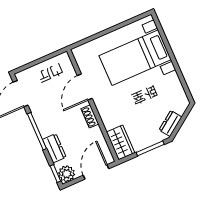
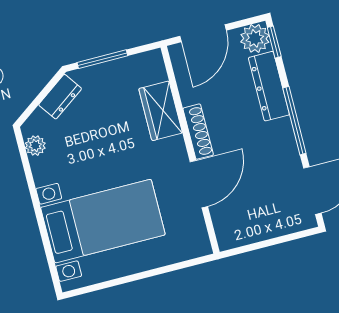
plant: (180, 94) -> (35, 146), added
shoe rack: (90, 116) -> (198, 132), width x1.43
wardrobe: (121, 142) -> (161, 111), moved
dresser: (54, 148) -> (269, 86), width x1.44

